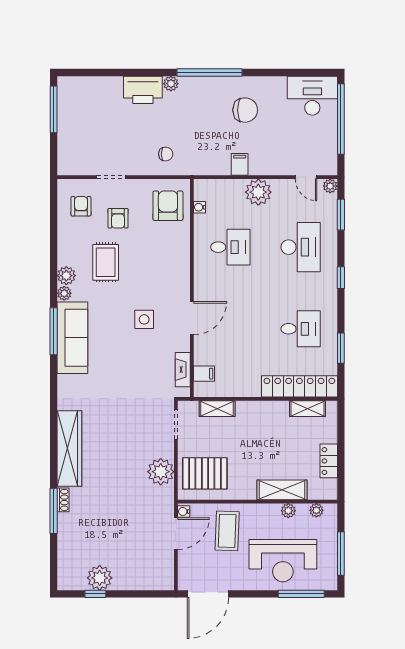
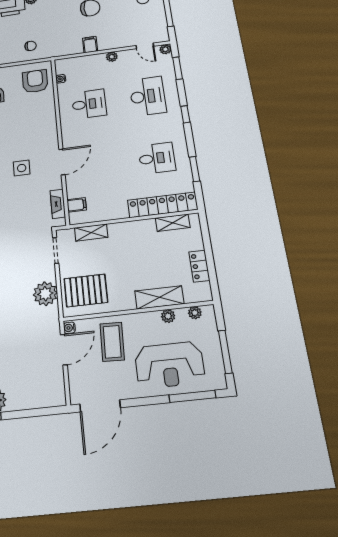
plant: (258, 192) -> (112, 57), width x0.53, depth x0.53

